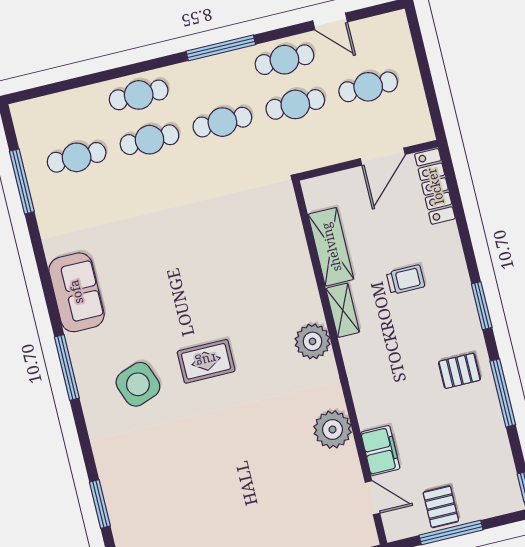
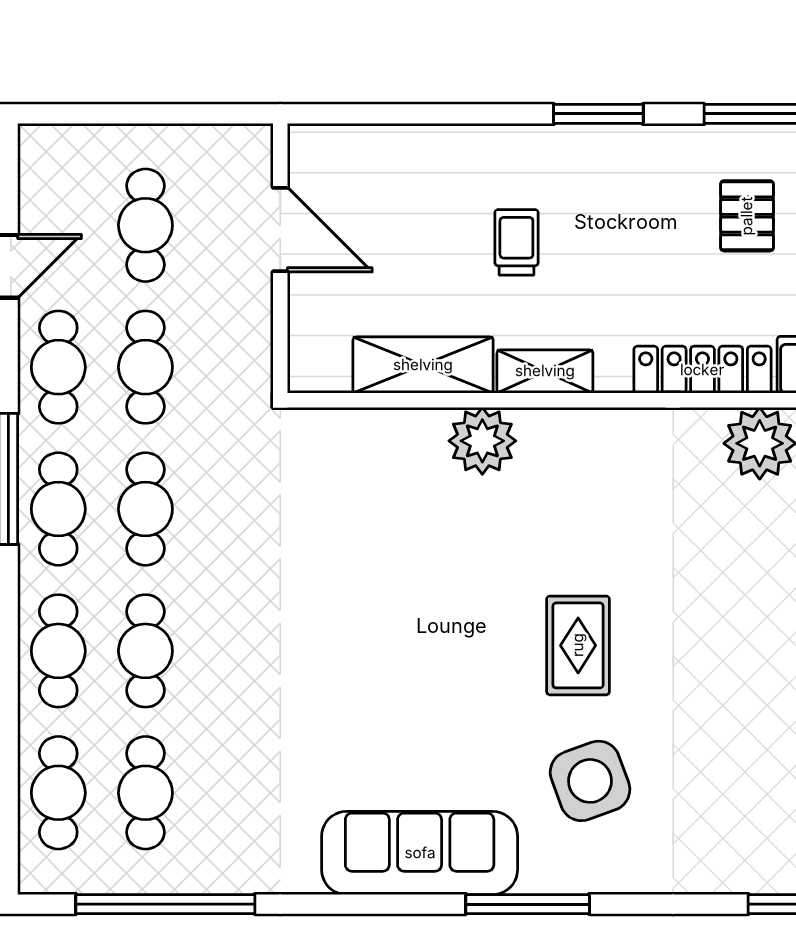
cafe table: (212, 77) -> (58, 509), added
cafe table: (66, 113) -> (58, 793), added
window: (22, 181) -> (165, 904), width x1.46
locker: (435, 186) -> (702, 370), moved, turned 180
sofa: (76, 292) -> (420, 853), width x1.36
plant: (313, 341) -> (482, 441), moved
pallet: (459, 371) -> (747, 216), moved

